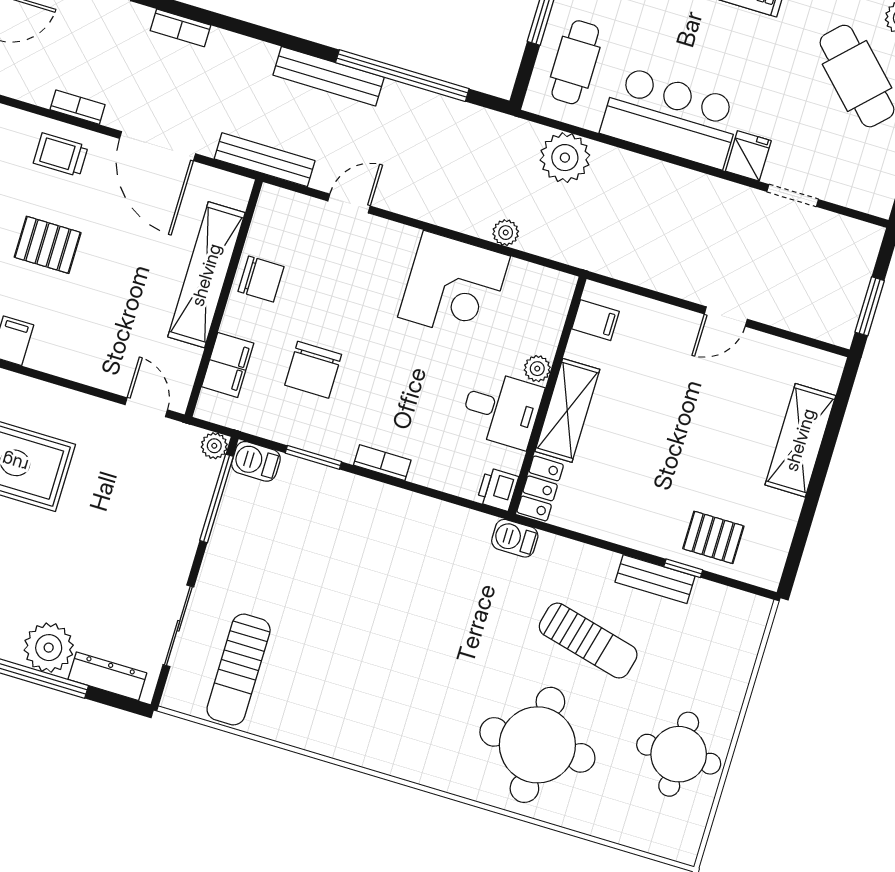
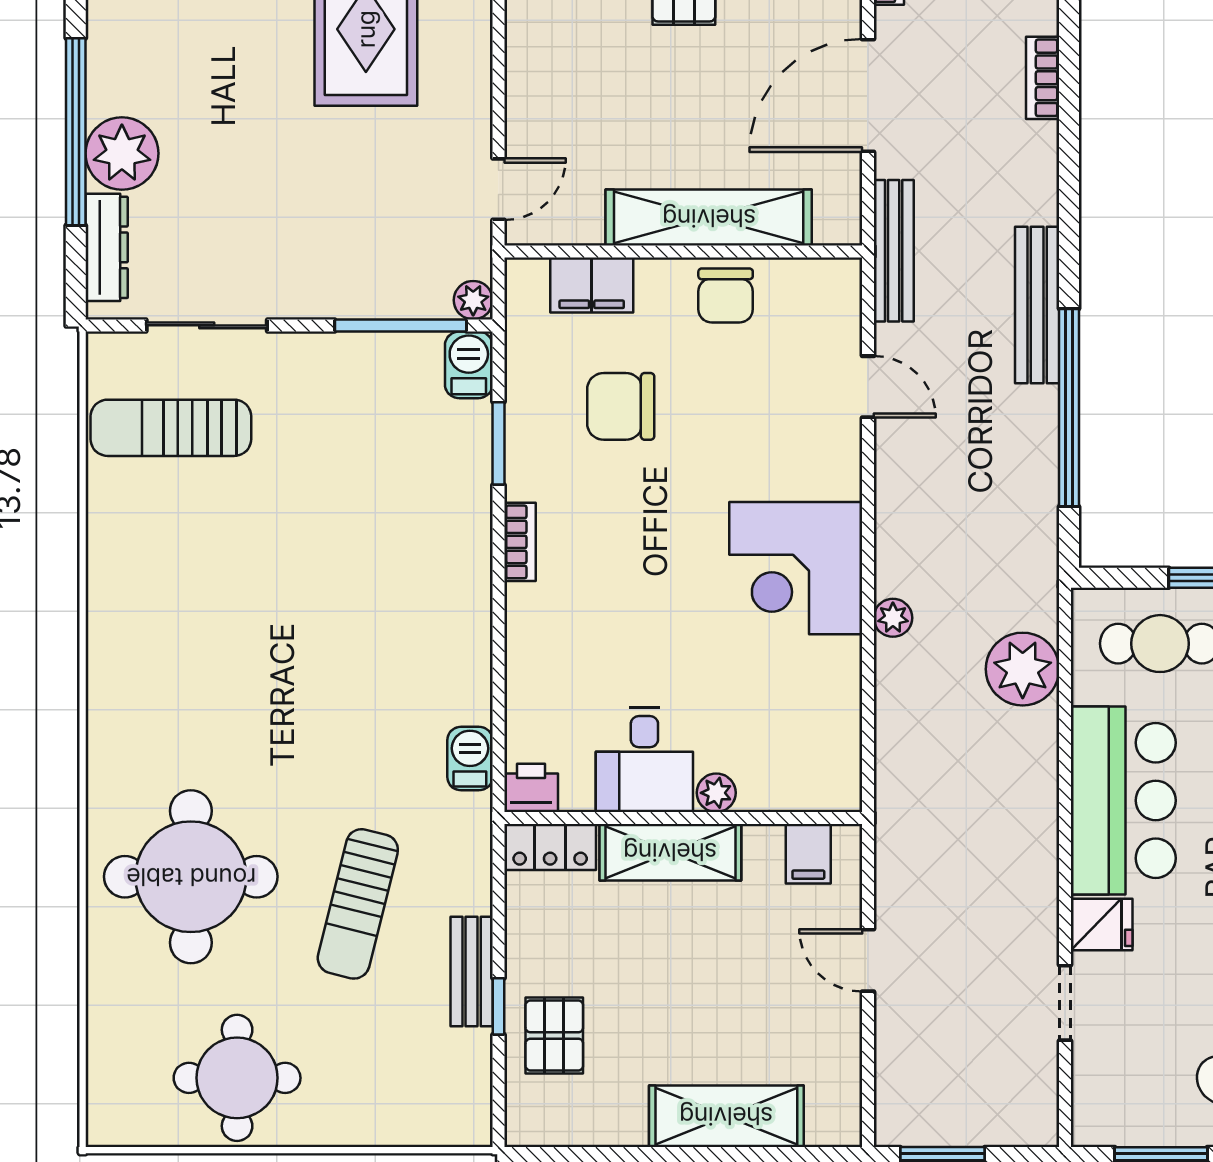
filing cabinet: (595, 320) -> (808, 854), moved
plant: (537, 369) -> (716, 793), moved
wall: (547, 395) -> (683, 818), moved
desk: (501, 409) -> (644, 760), moved
shelving: (567, 410) -> (670, 852), moved
locker: (540, 488) -> (550, 847), moved
printer: (498, 489) -> (531, 788), moved

